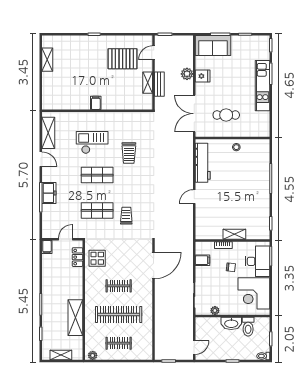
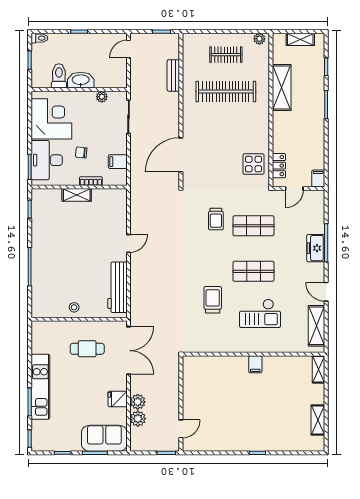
pallet: (123, 59) -> (221, 421), removed
plant: (187, 61) -> (138, 419), added
shelving: (148, 83) -> (318, 369), moved
bench: (159, 84) -> (173, 75), moved
clothes rail: (119, 286) -> (226, 129), removed

